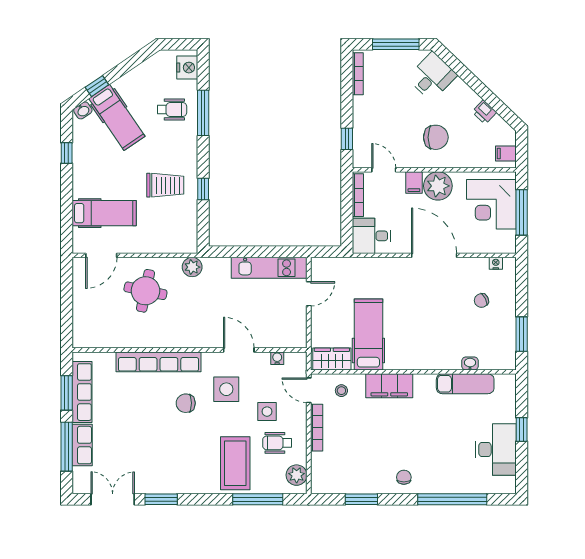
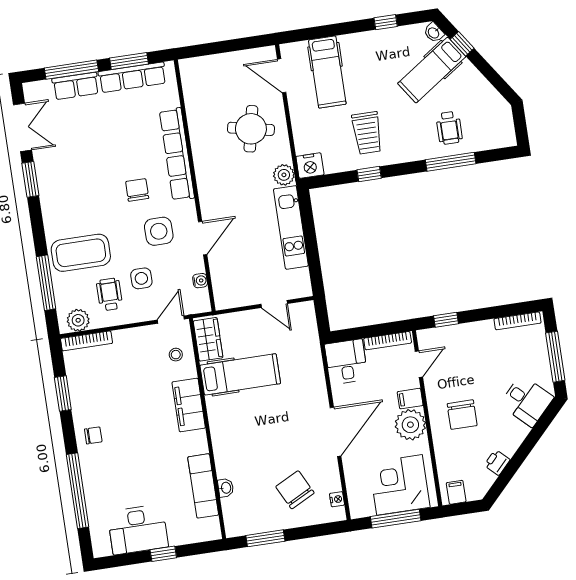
nightstand: (187, 68) -> (310, 166), moved
kitchen unit: (269, 268) -> (291, 227), moved
chair: (481, 300) -> (295, 490), width x1.87, depth x1.87
bookcase: (317, 428) -> (87, 341), moved

